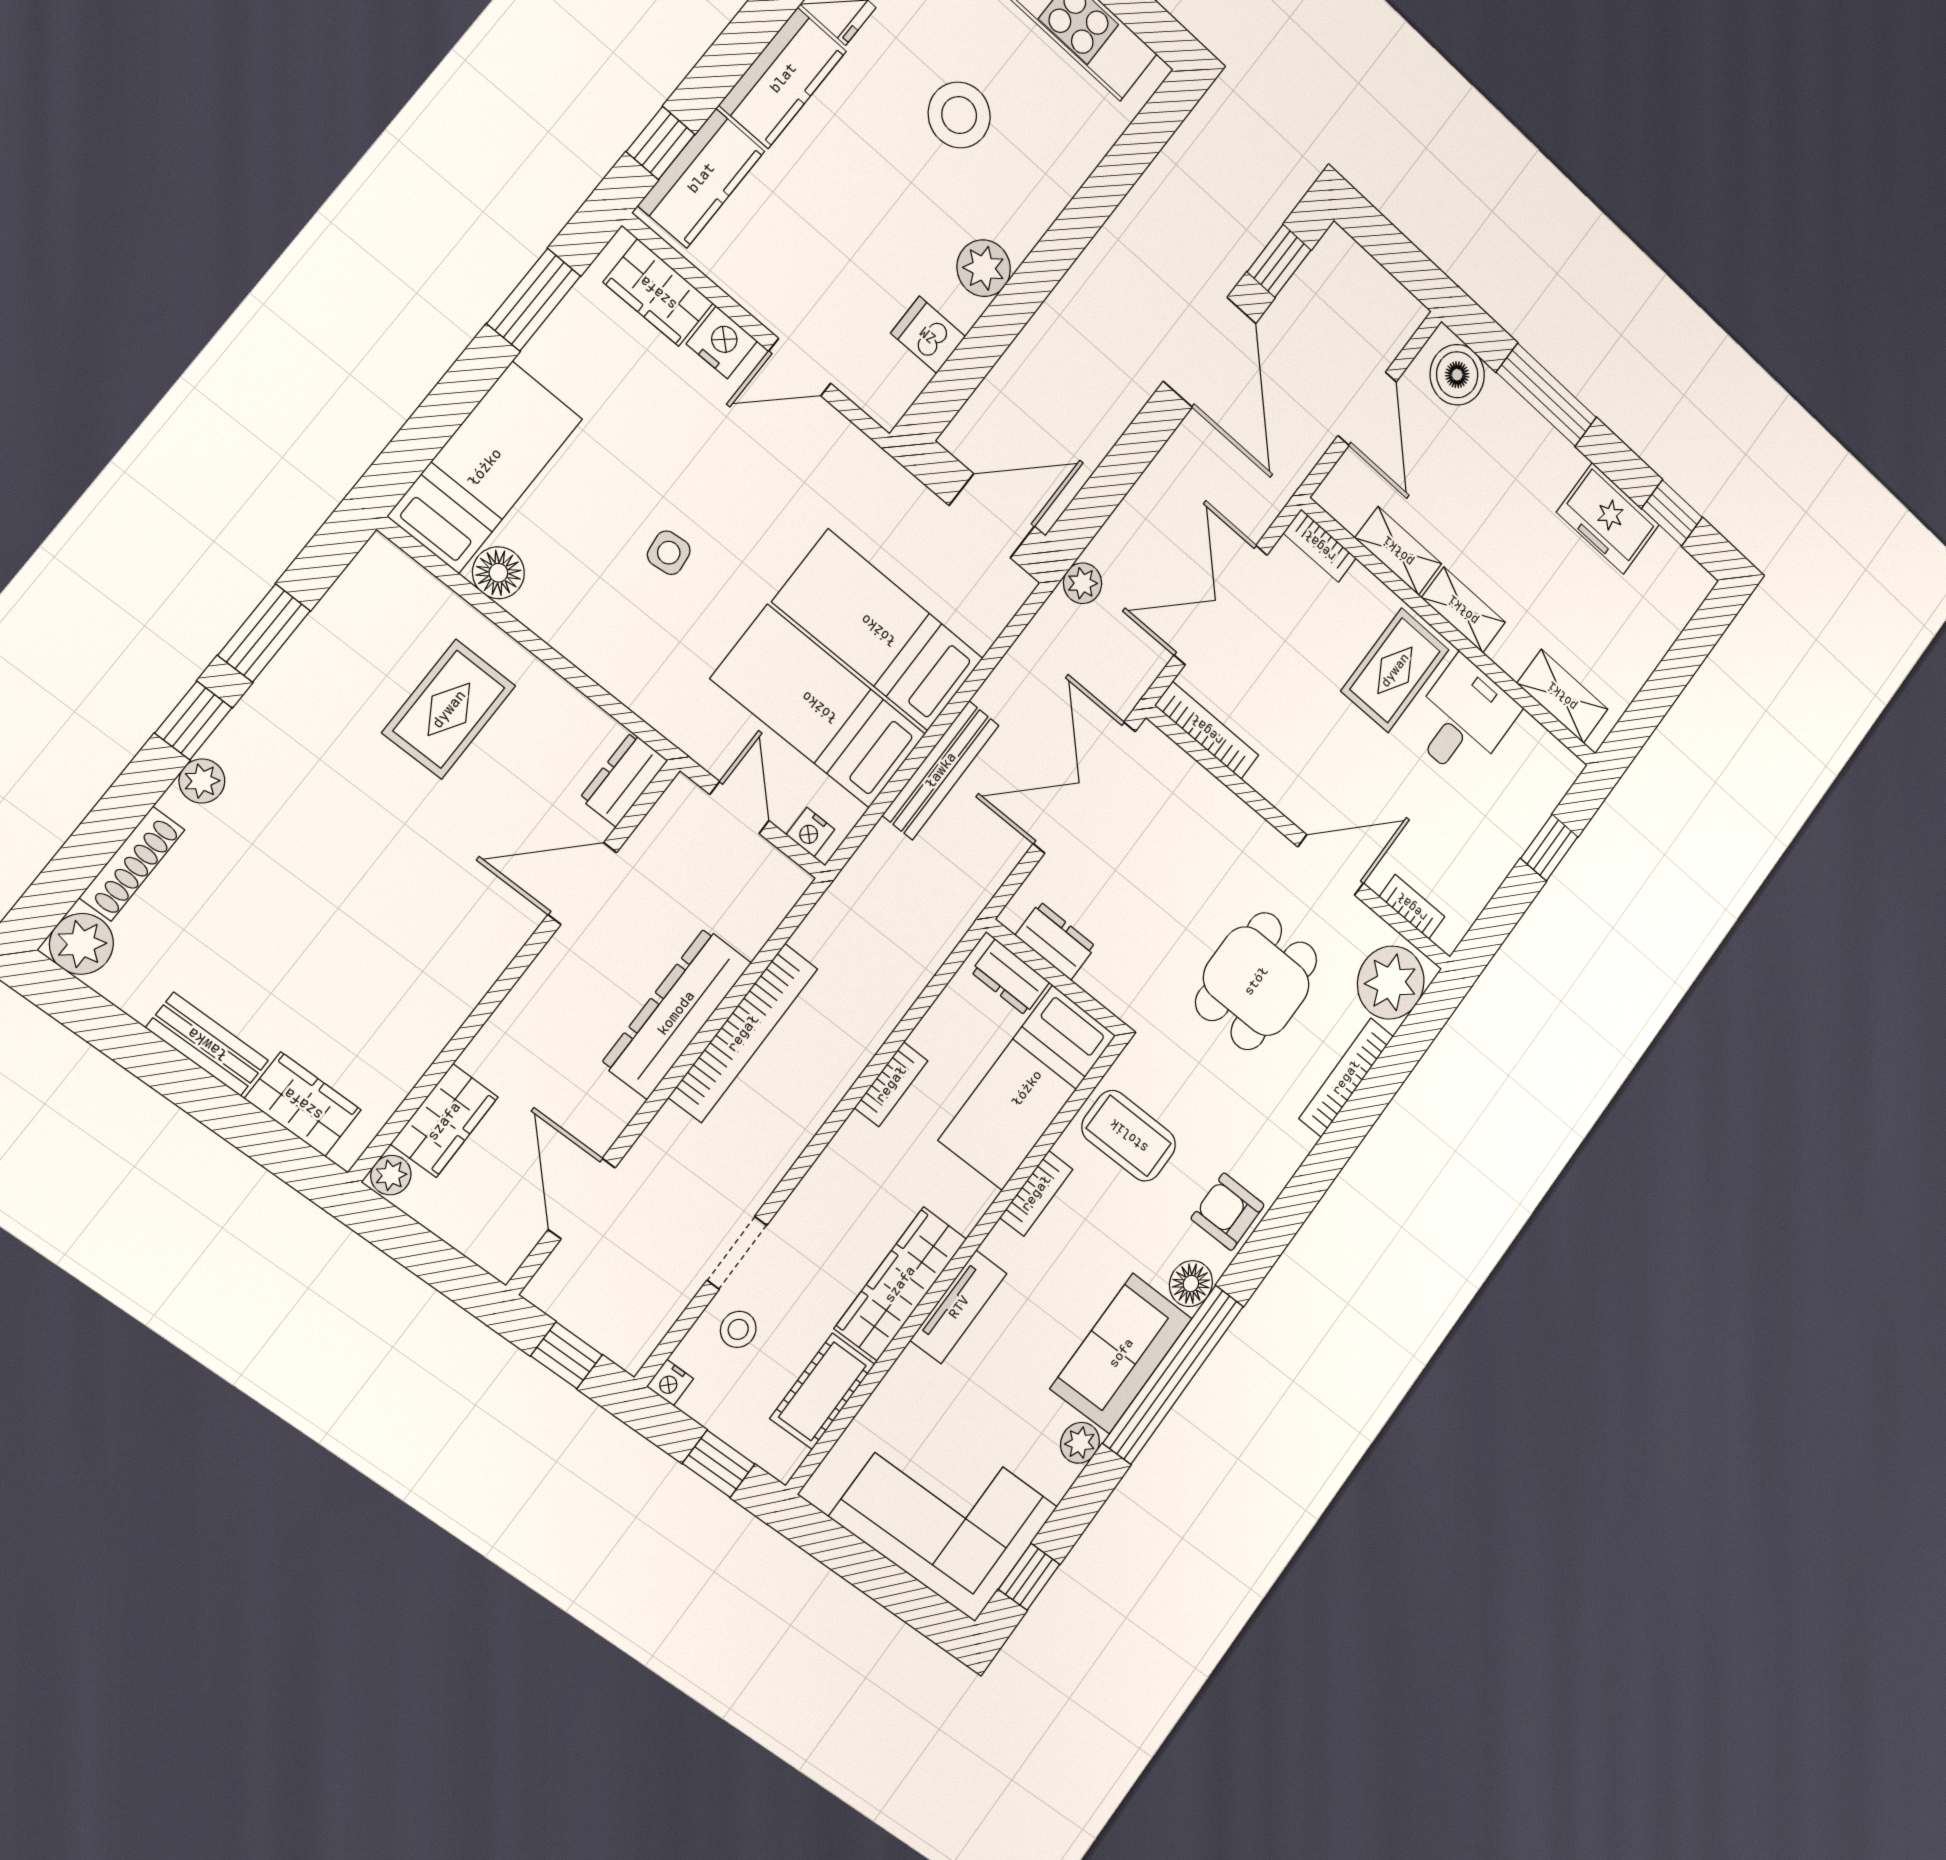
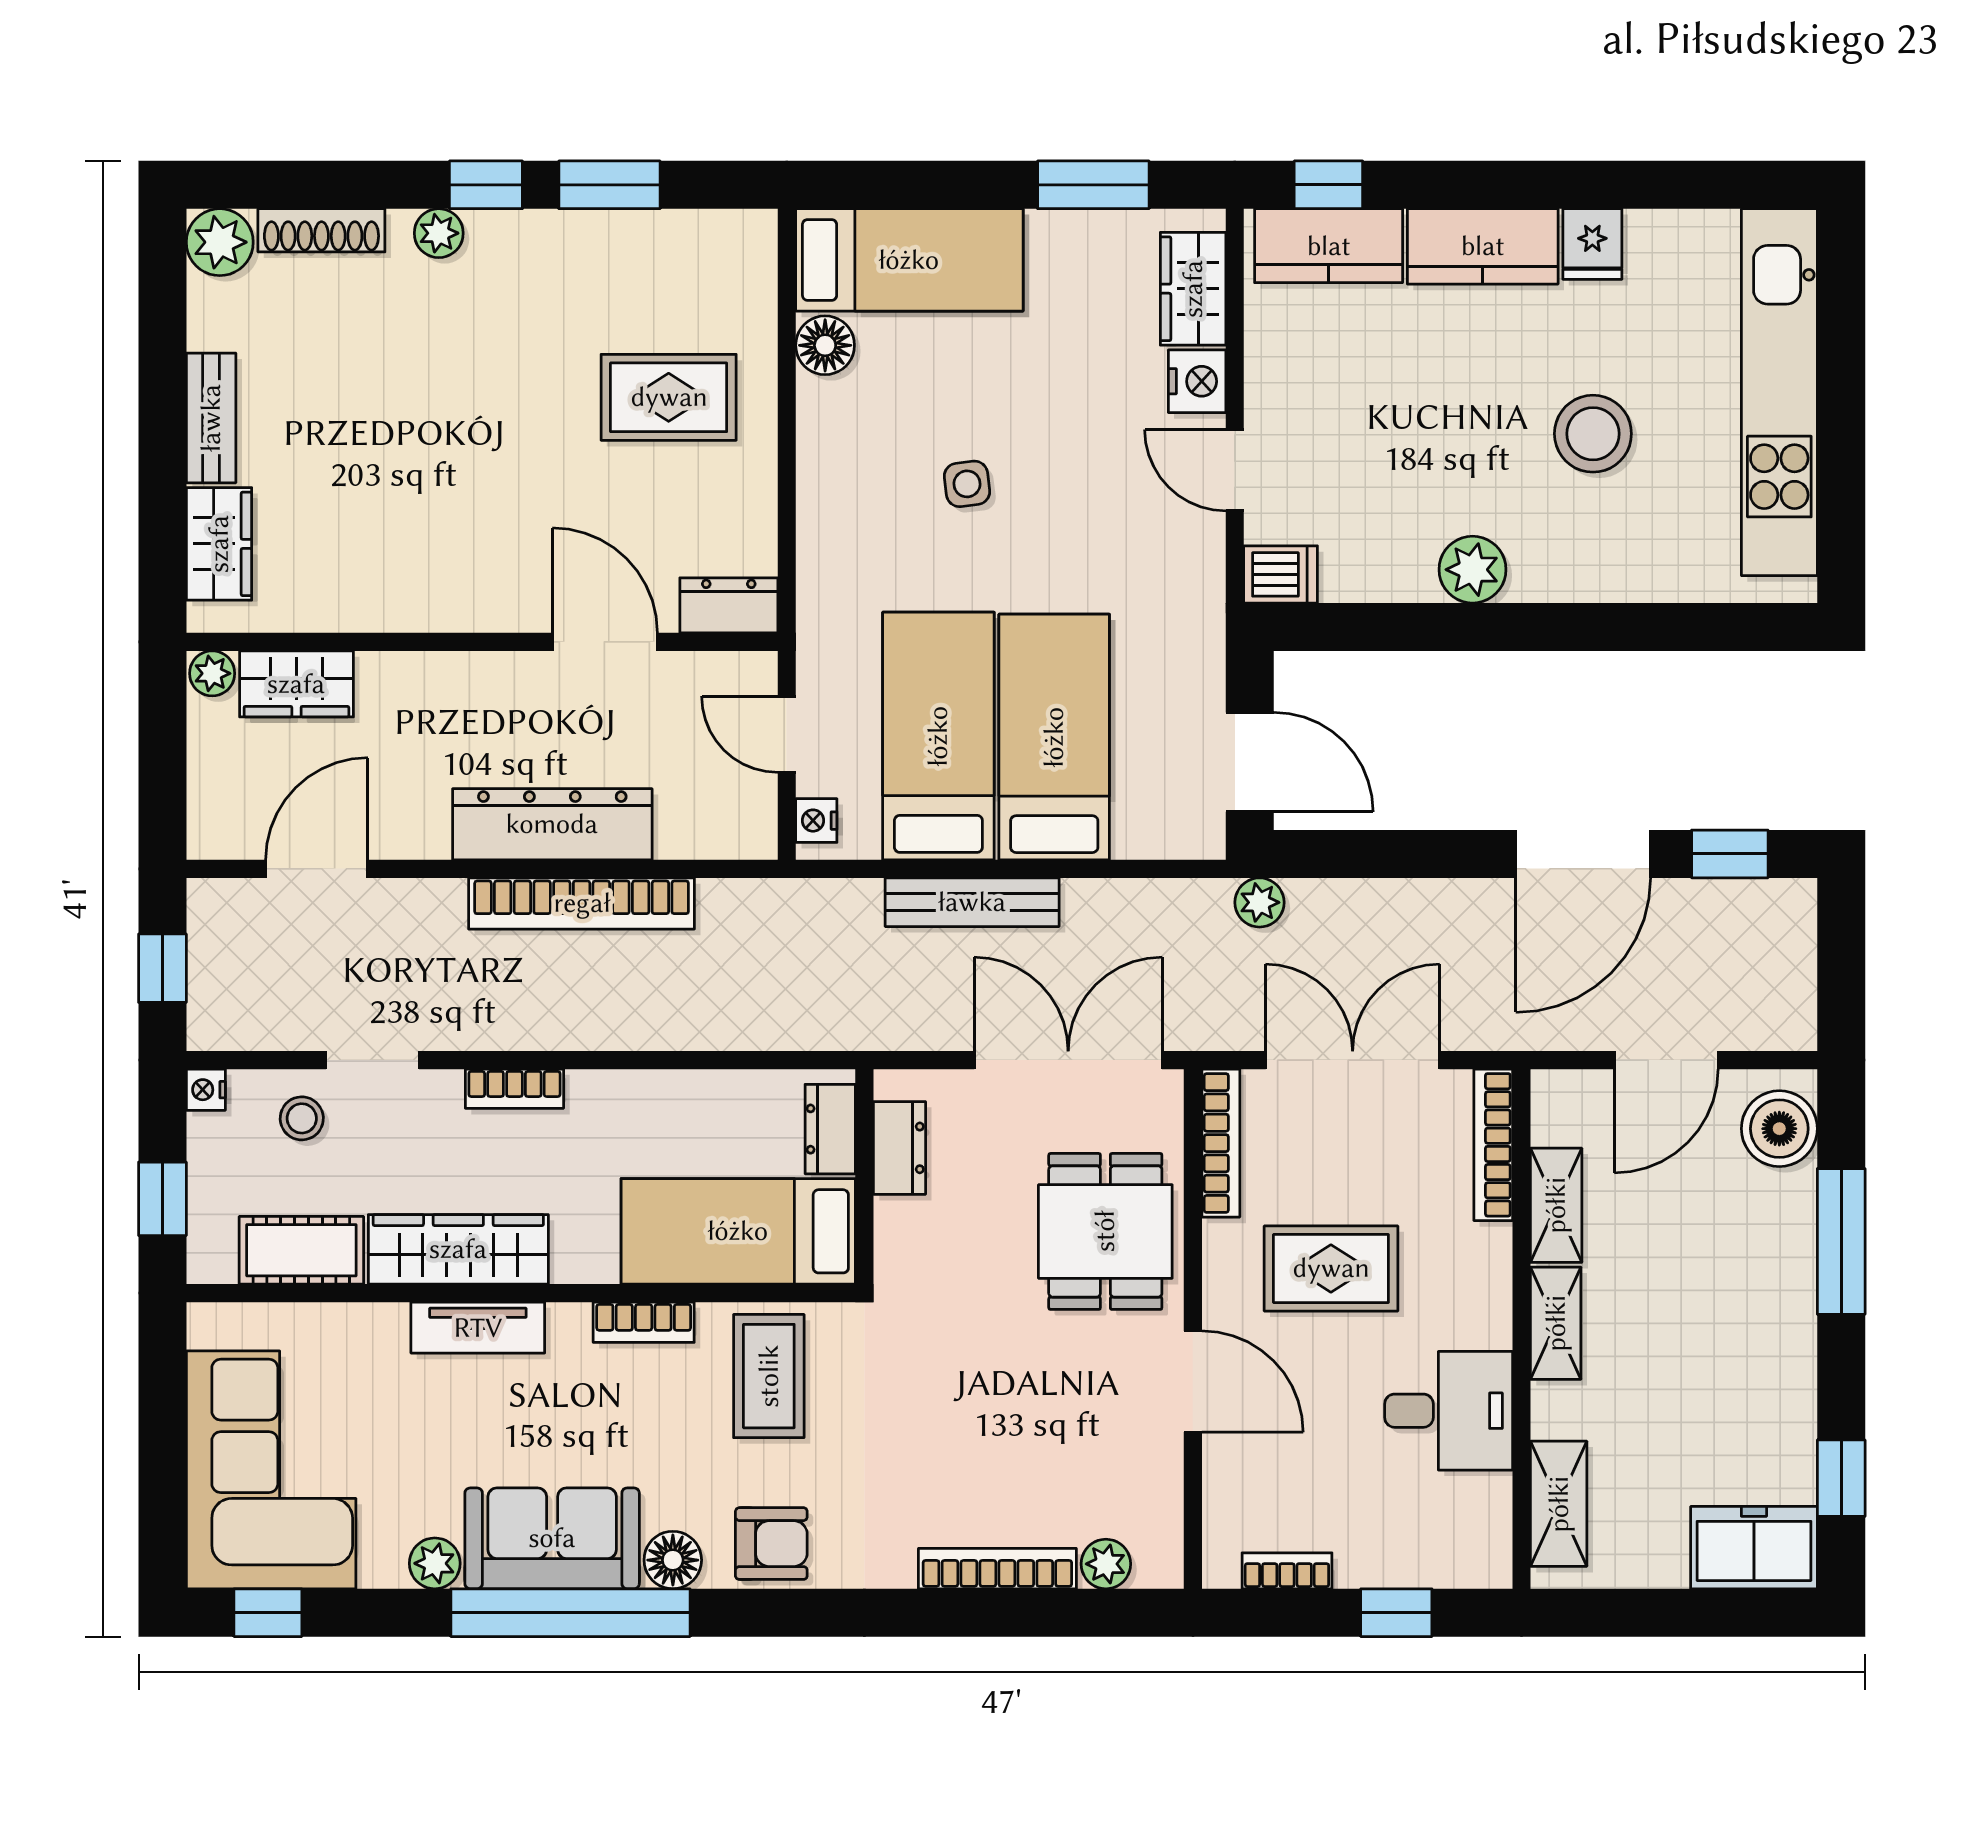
dishwasher: (928, 335) -> (1281, 574), moved, turned 90
freezer: (1608, 518) -> (1754, 1548), moved, turned 90
bookcase: (1320, 546) -> (1493, 1145), width x1.56
rug: (1395, 670) -> (1331, 1268), moved
door: (739, 808) -> (787, 734), swing flipped
bookcase: (1412, 907) -> (1287, 1571), moved, turned -90
dining table: (1256, 981) -> (1105, 1231), moved, turned 90
plant: (1391, 983) -> (1106, 1564), width x0.53, depth x0.53
bookcase: (891, 1084) -> (514, 1089), moved
armchair: (1228, 1212) -> (771, 1544), turned 90

